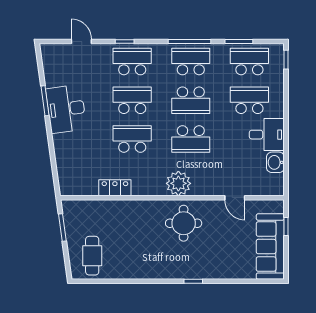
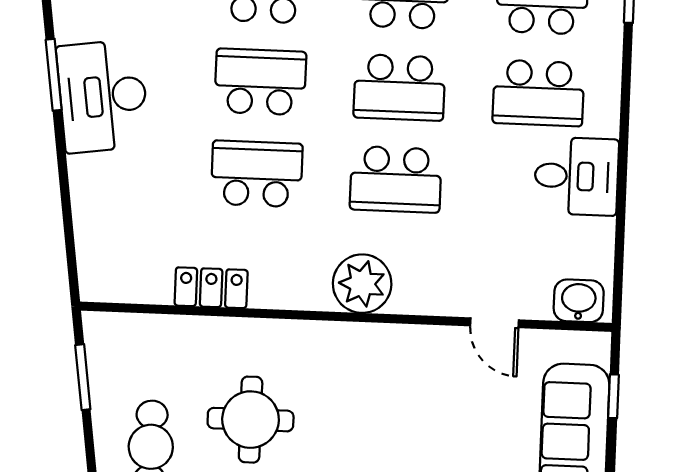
school desk: (249, 100) -> (538, 93), turned 180
washbasin: (275, 162) -> (579, 301), moved, turned 90
round table: (184, 223) -> (251, 420), moved

